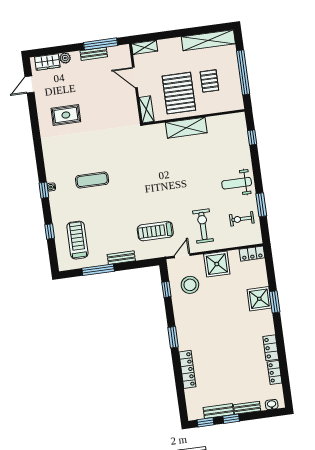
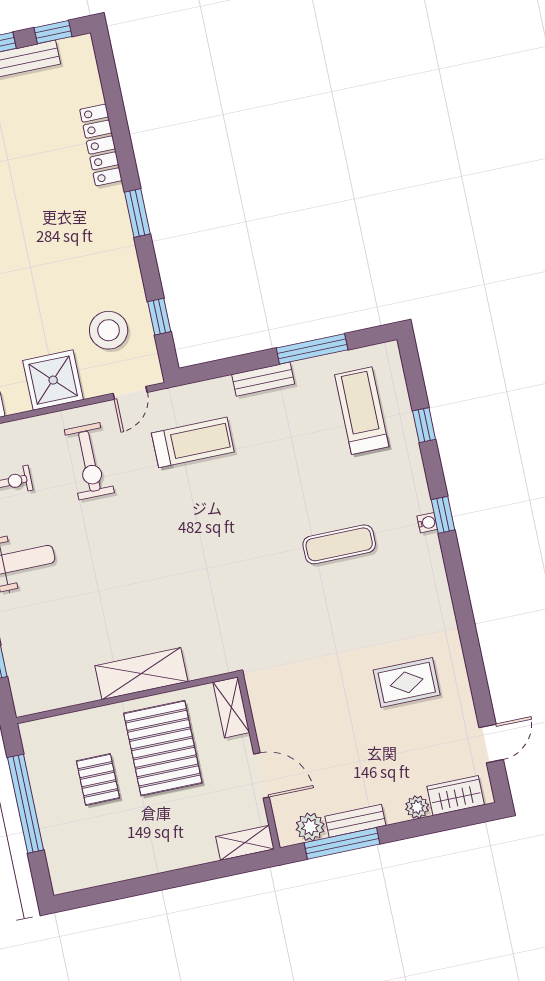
shelving: (208, 40) -> (107, 868), removed
plant: (114, 52) -> (310, 827), added
treadmill: (77, 240) -> (362, 411), turned 180

